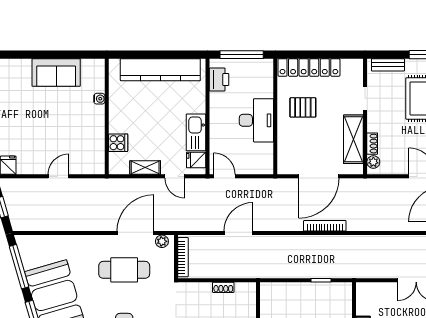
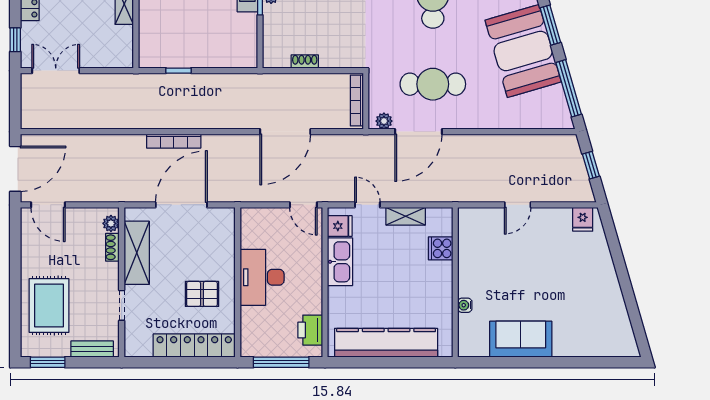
door: (238, 233) -> (285, 132), width x1.36

